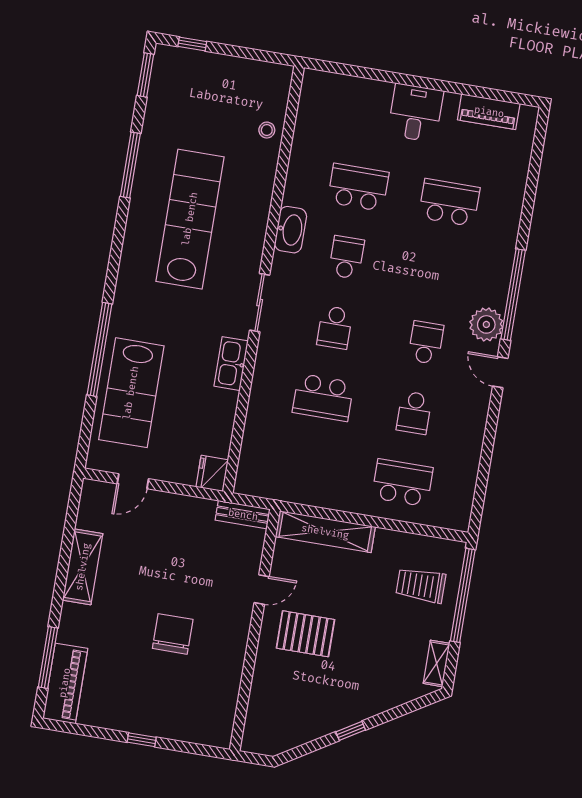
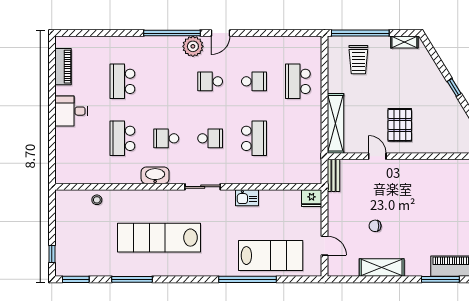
kitchen sink: (231, 364) -> (247, 198), width x0.73
chair: (173, 634) -> (375, 226), moved, width x0.54, depth x0.54

